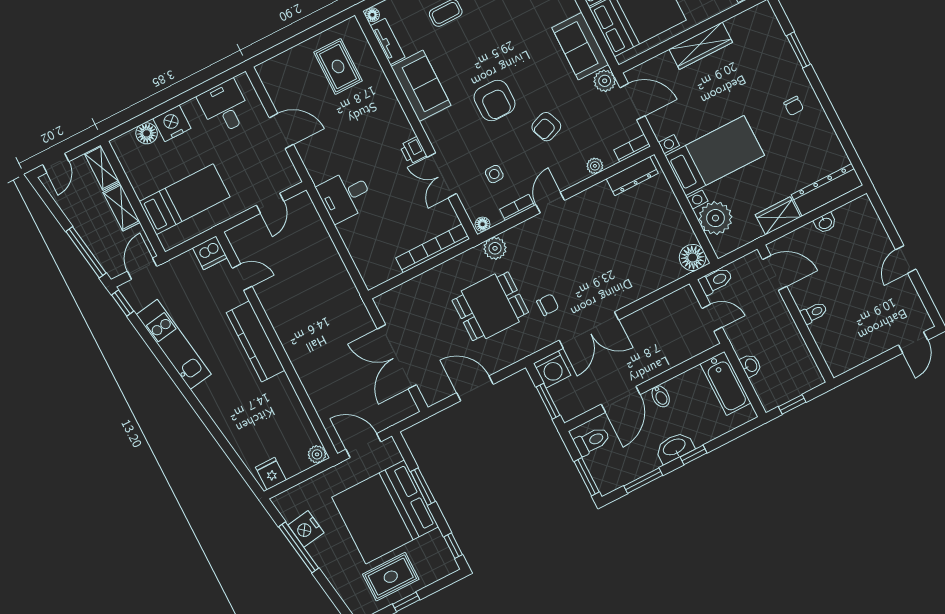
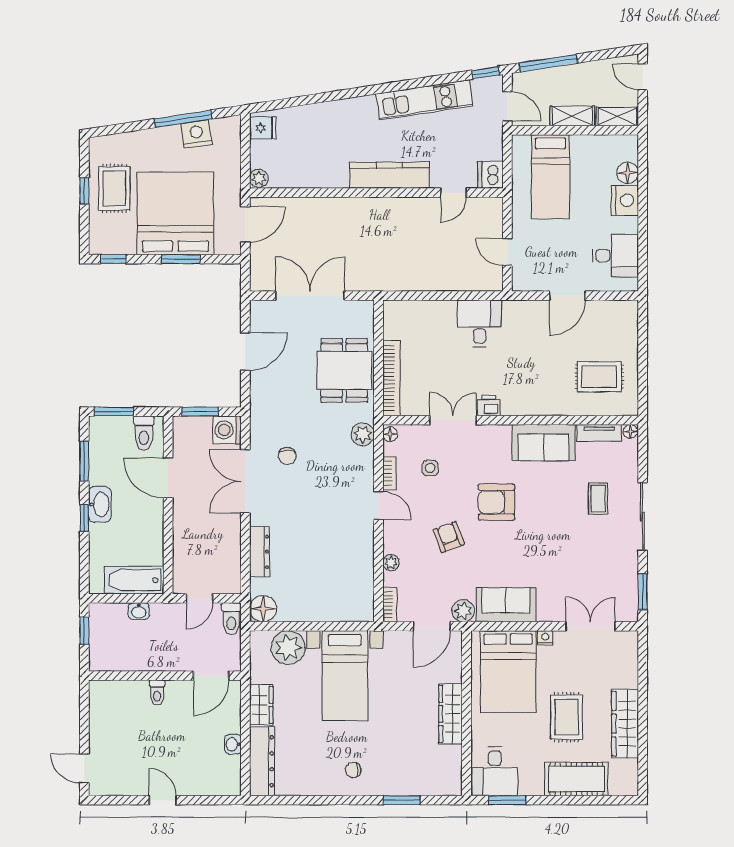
dresser: (632, 176) -> (259, 552), moved, turned 180
dining table: (490, 306) -> (344, 370), moved
bidet: (661, 396) -> (152, 516), removed

